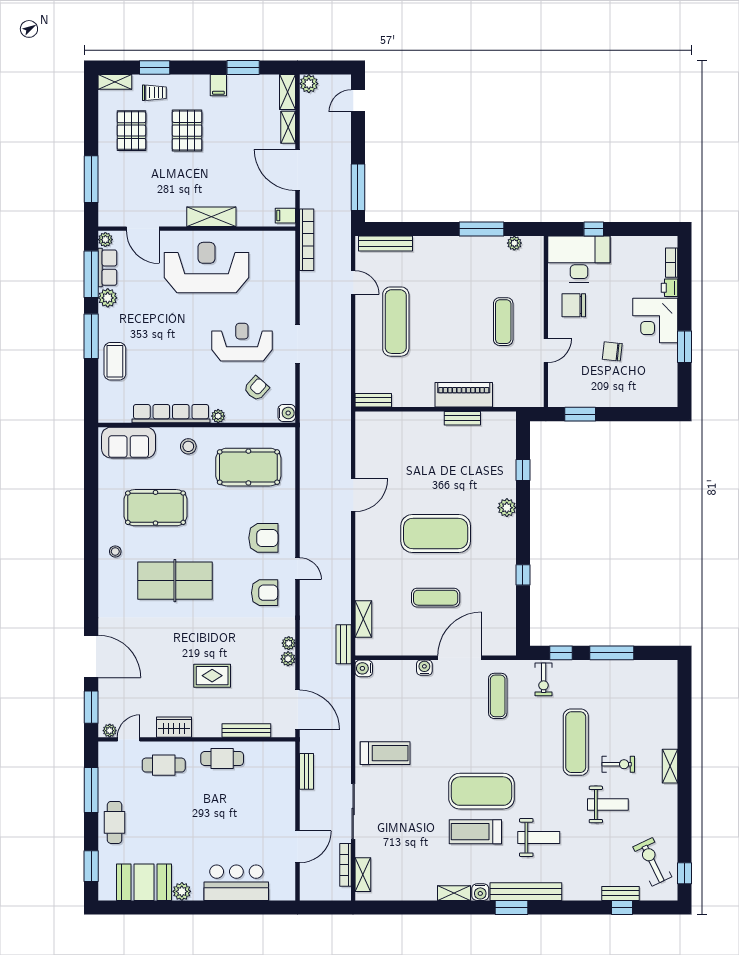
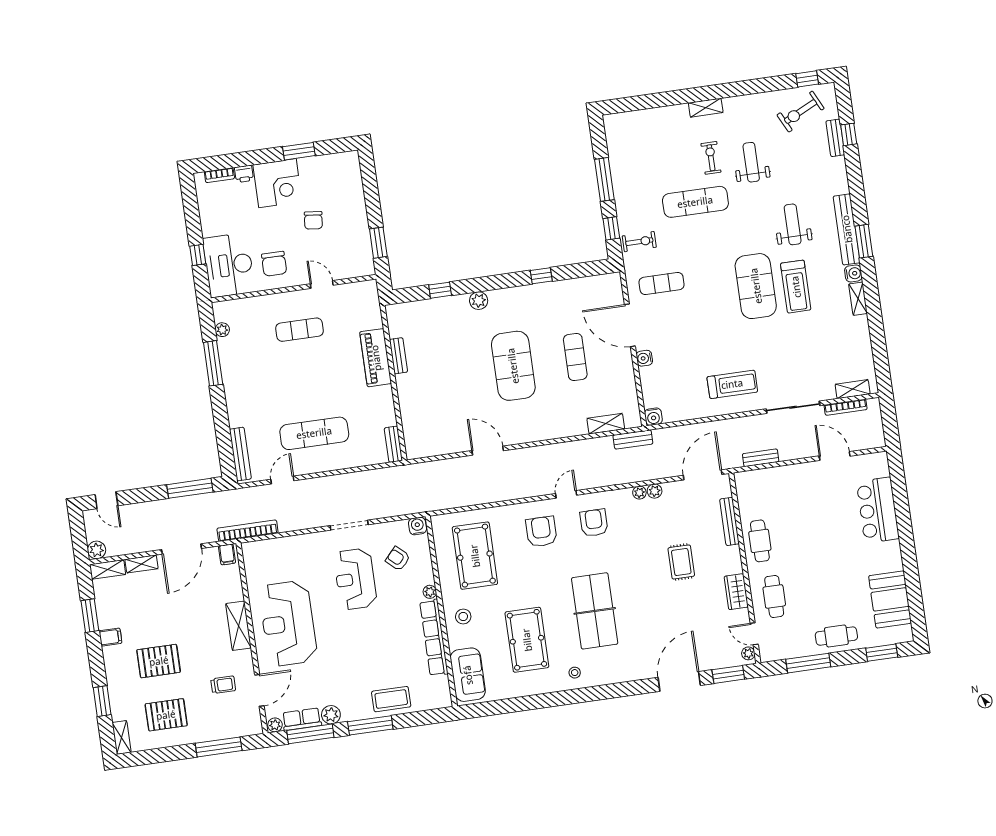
trolley: (154, 93) -> (223, 685), moved, turned 90
treadmill: (385, 753) -> (732, 384), turned 90
plant: (182, 891) -> (894, 562), removed

